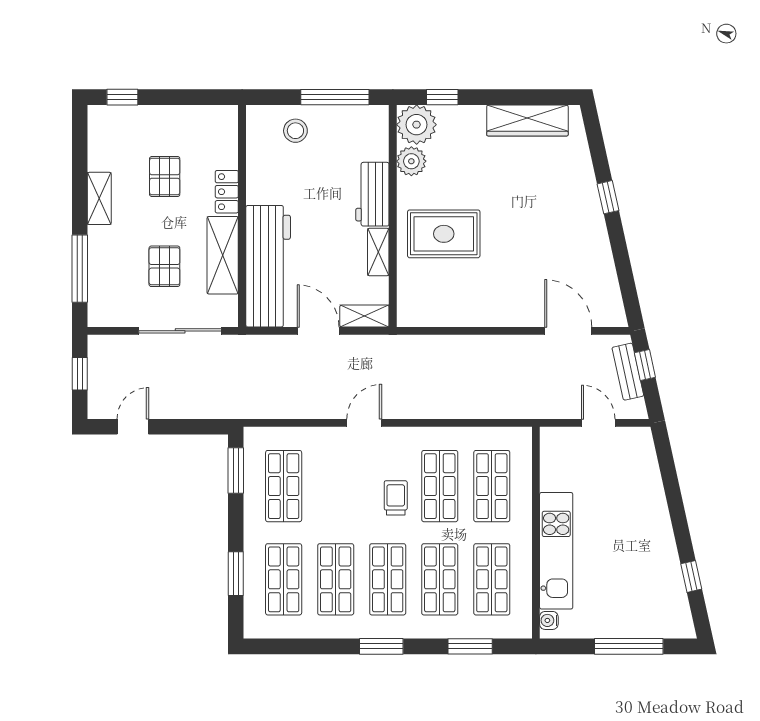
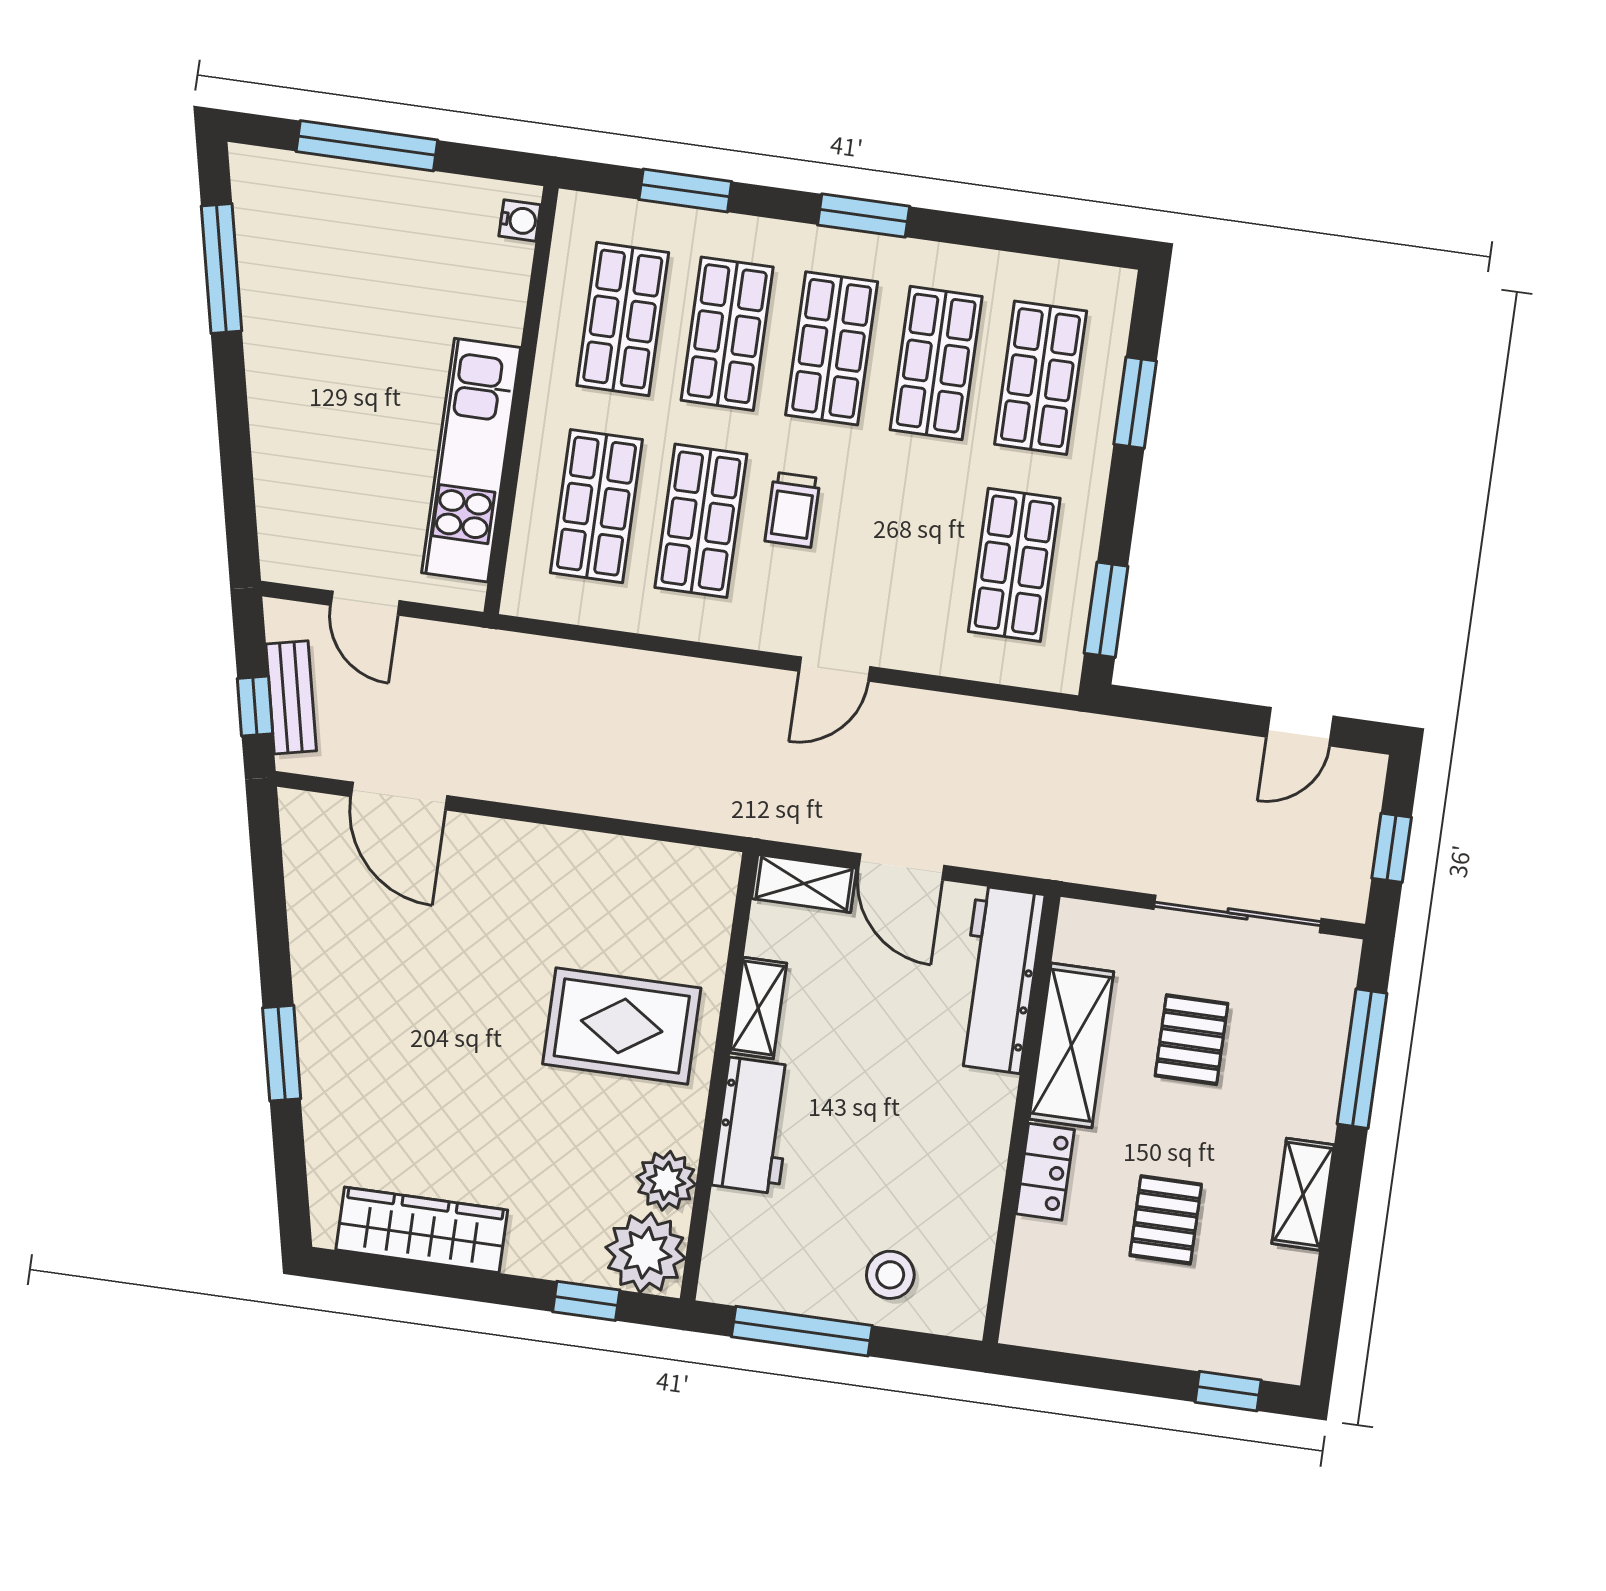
window: (608, 197) -> (282, 1053), width x1.50
workbench: (268, 266) -> (999, 980), width x0.73, depth x0.76
sliding door: (180, 331) -> (1238, 914), moved
kitchen unit: (556, 551) -> (471, 460), moved
window: (691, 576) -> (221, 268), width x2.17

